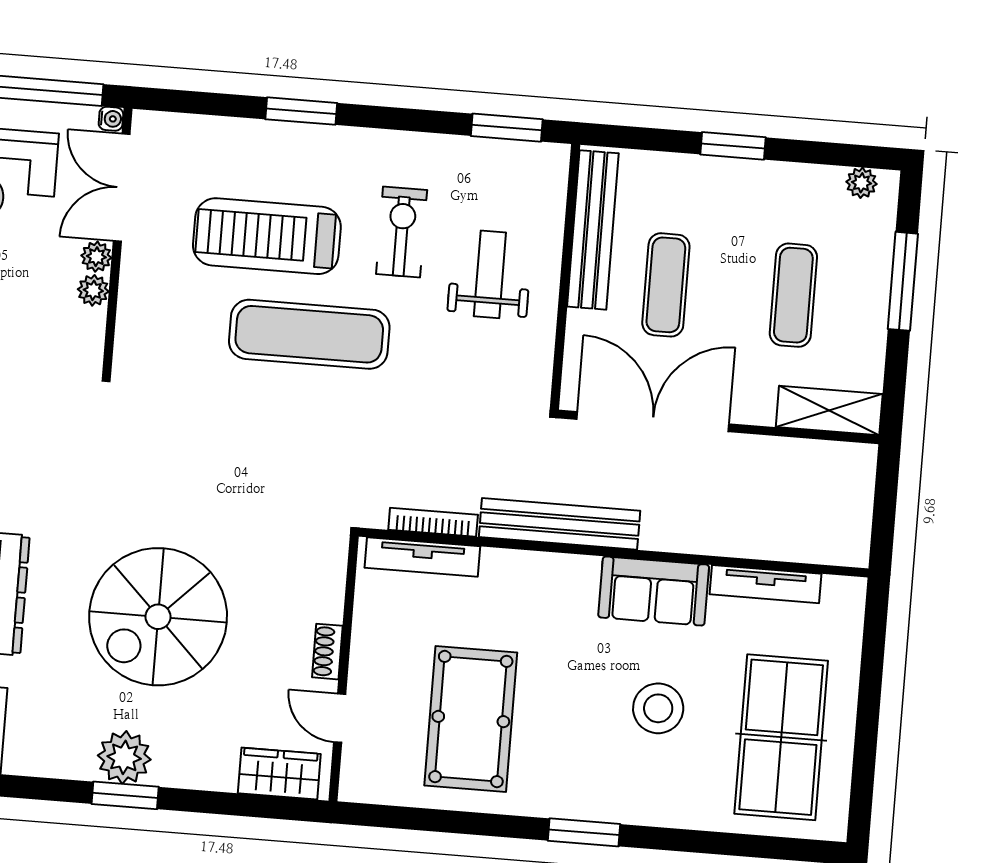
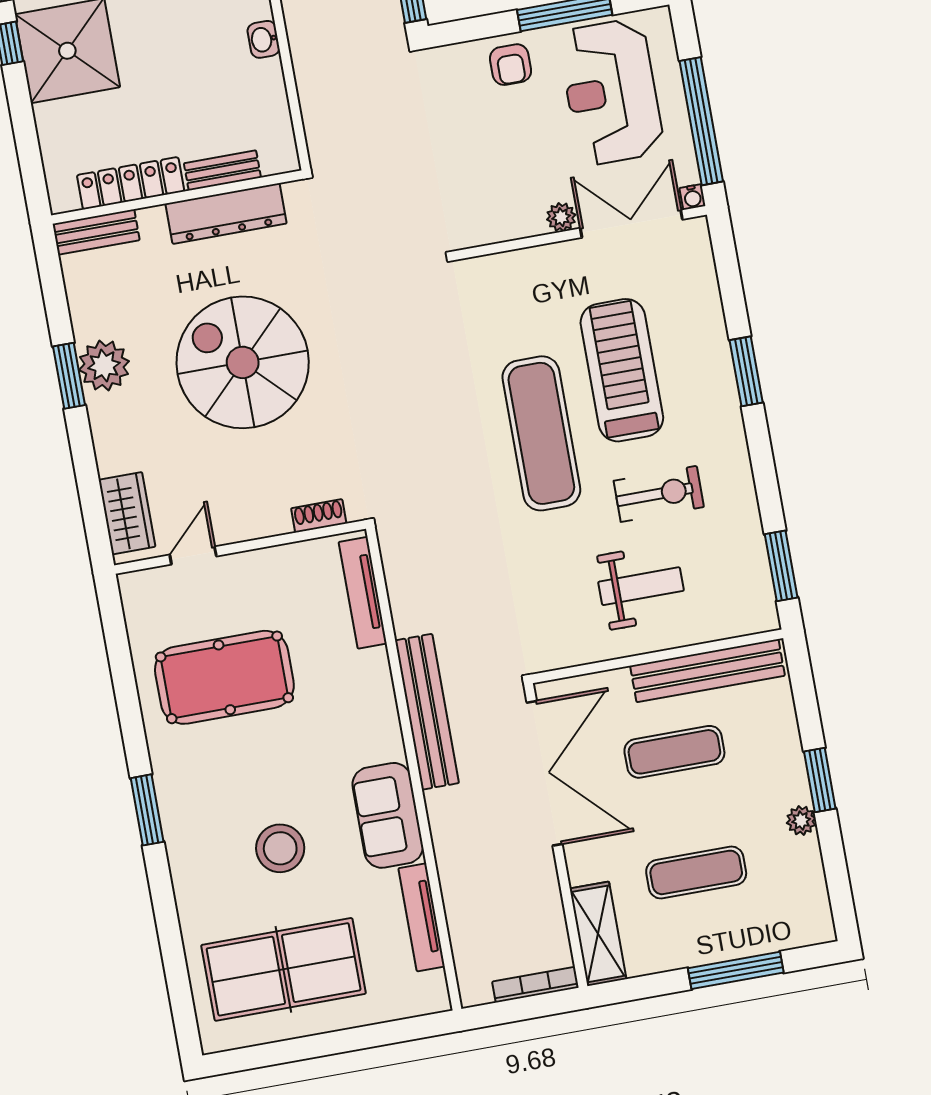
plant: (861, 183) -> (801, 821), moved
plant: (93, 290) -> (529, 223), removed
bookcase: (433, 522) -> (535, 985), moved, turned -90
shoe rack: (327, 652) -> (319, 516), moved

